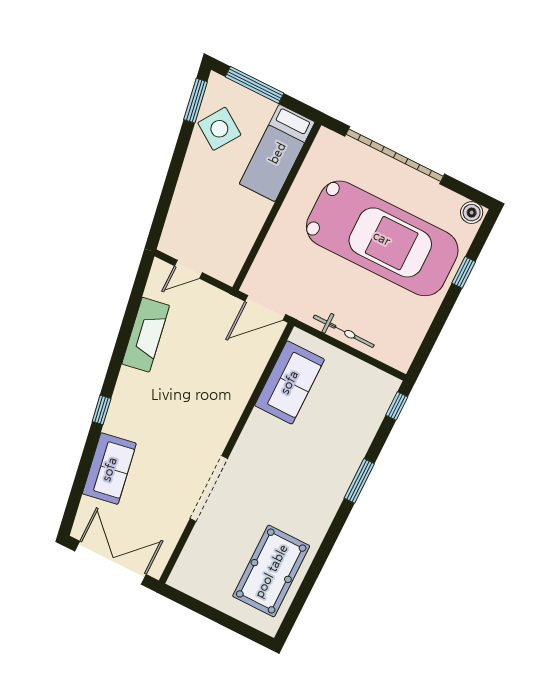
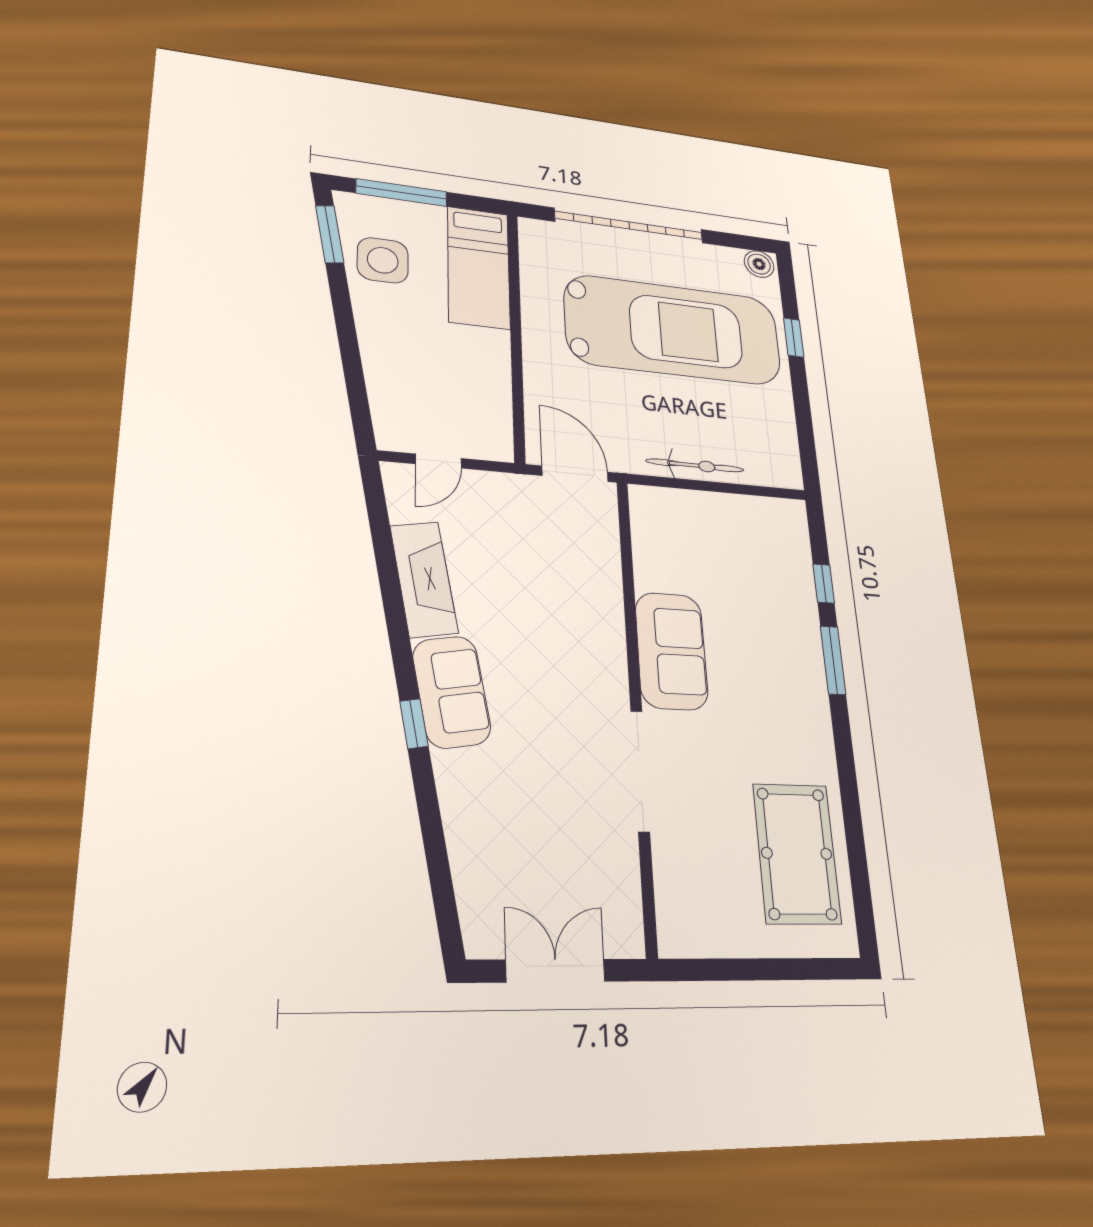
side table: (219, 129) -> (383, 260), turned -34
door: (265, 308) -> (575, 474), swing flipped
sofa: (289, 382) -> (671, 651), moved
window: (397, 406) -> (824, 583), moved
sofa: (109, 469) -> (452, 692), moved
double door: (110, 563) -> (556, 971), width x0.73

